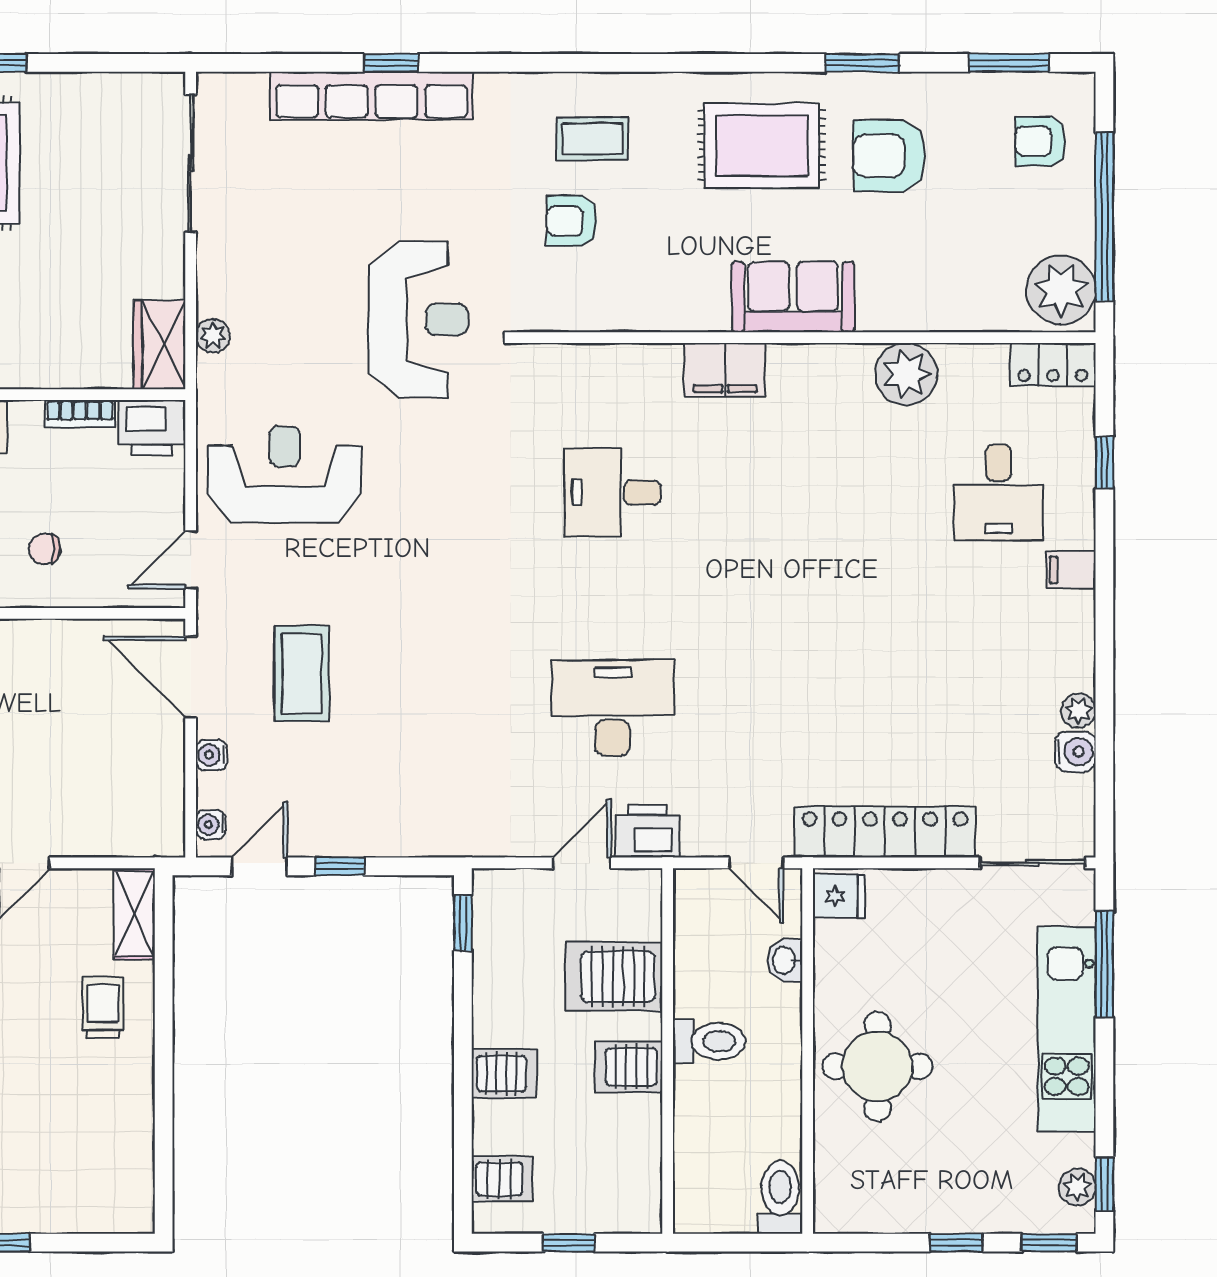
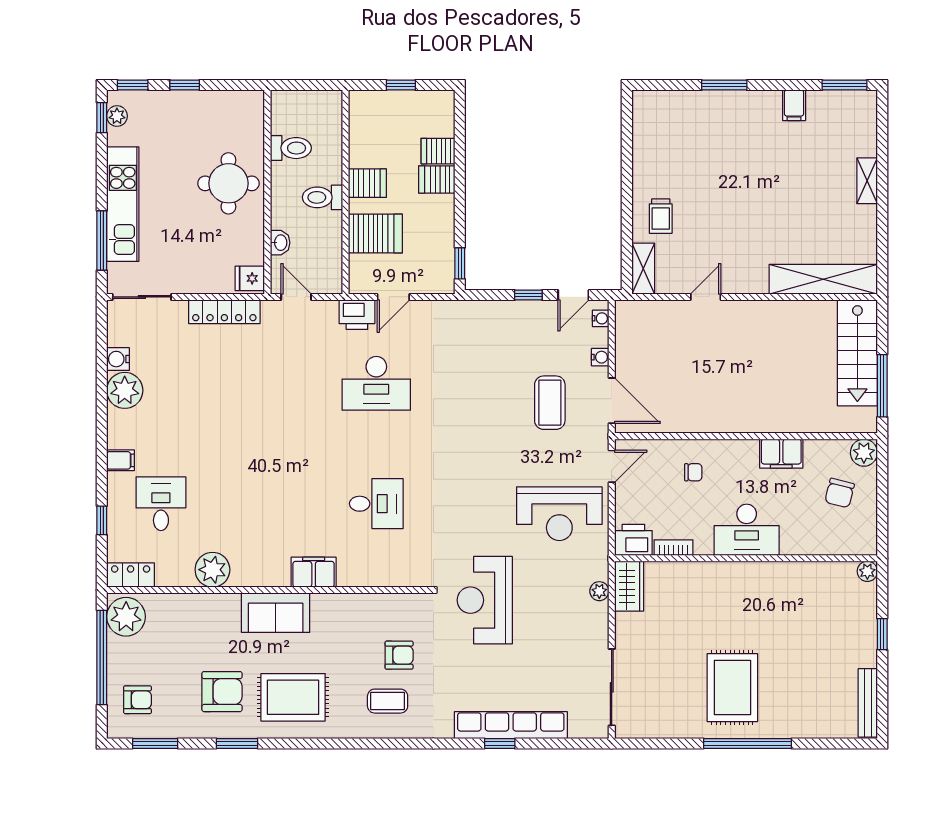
plant: (1078, 710) -> (125, 390), width x1.88, depth x1.88
locker: (885, 832) -> (224, 312), width x0.71, depth x0.83
server rack: (502, 1179) -> (438, 151), moved
toilet: (780, 1197) -> (291, 148), moved, turned -90

